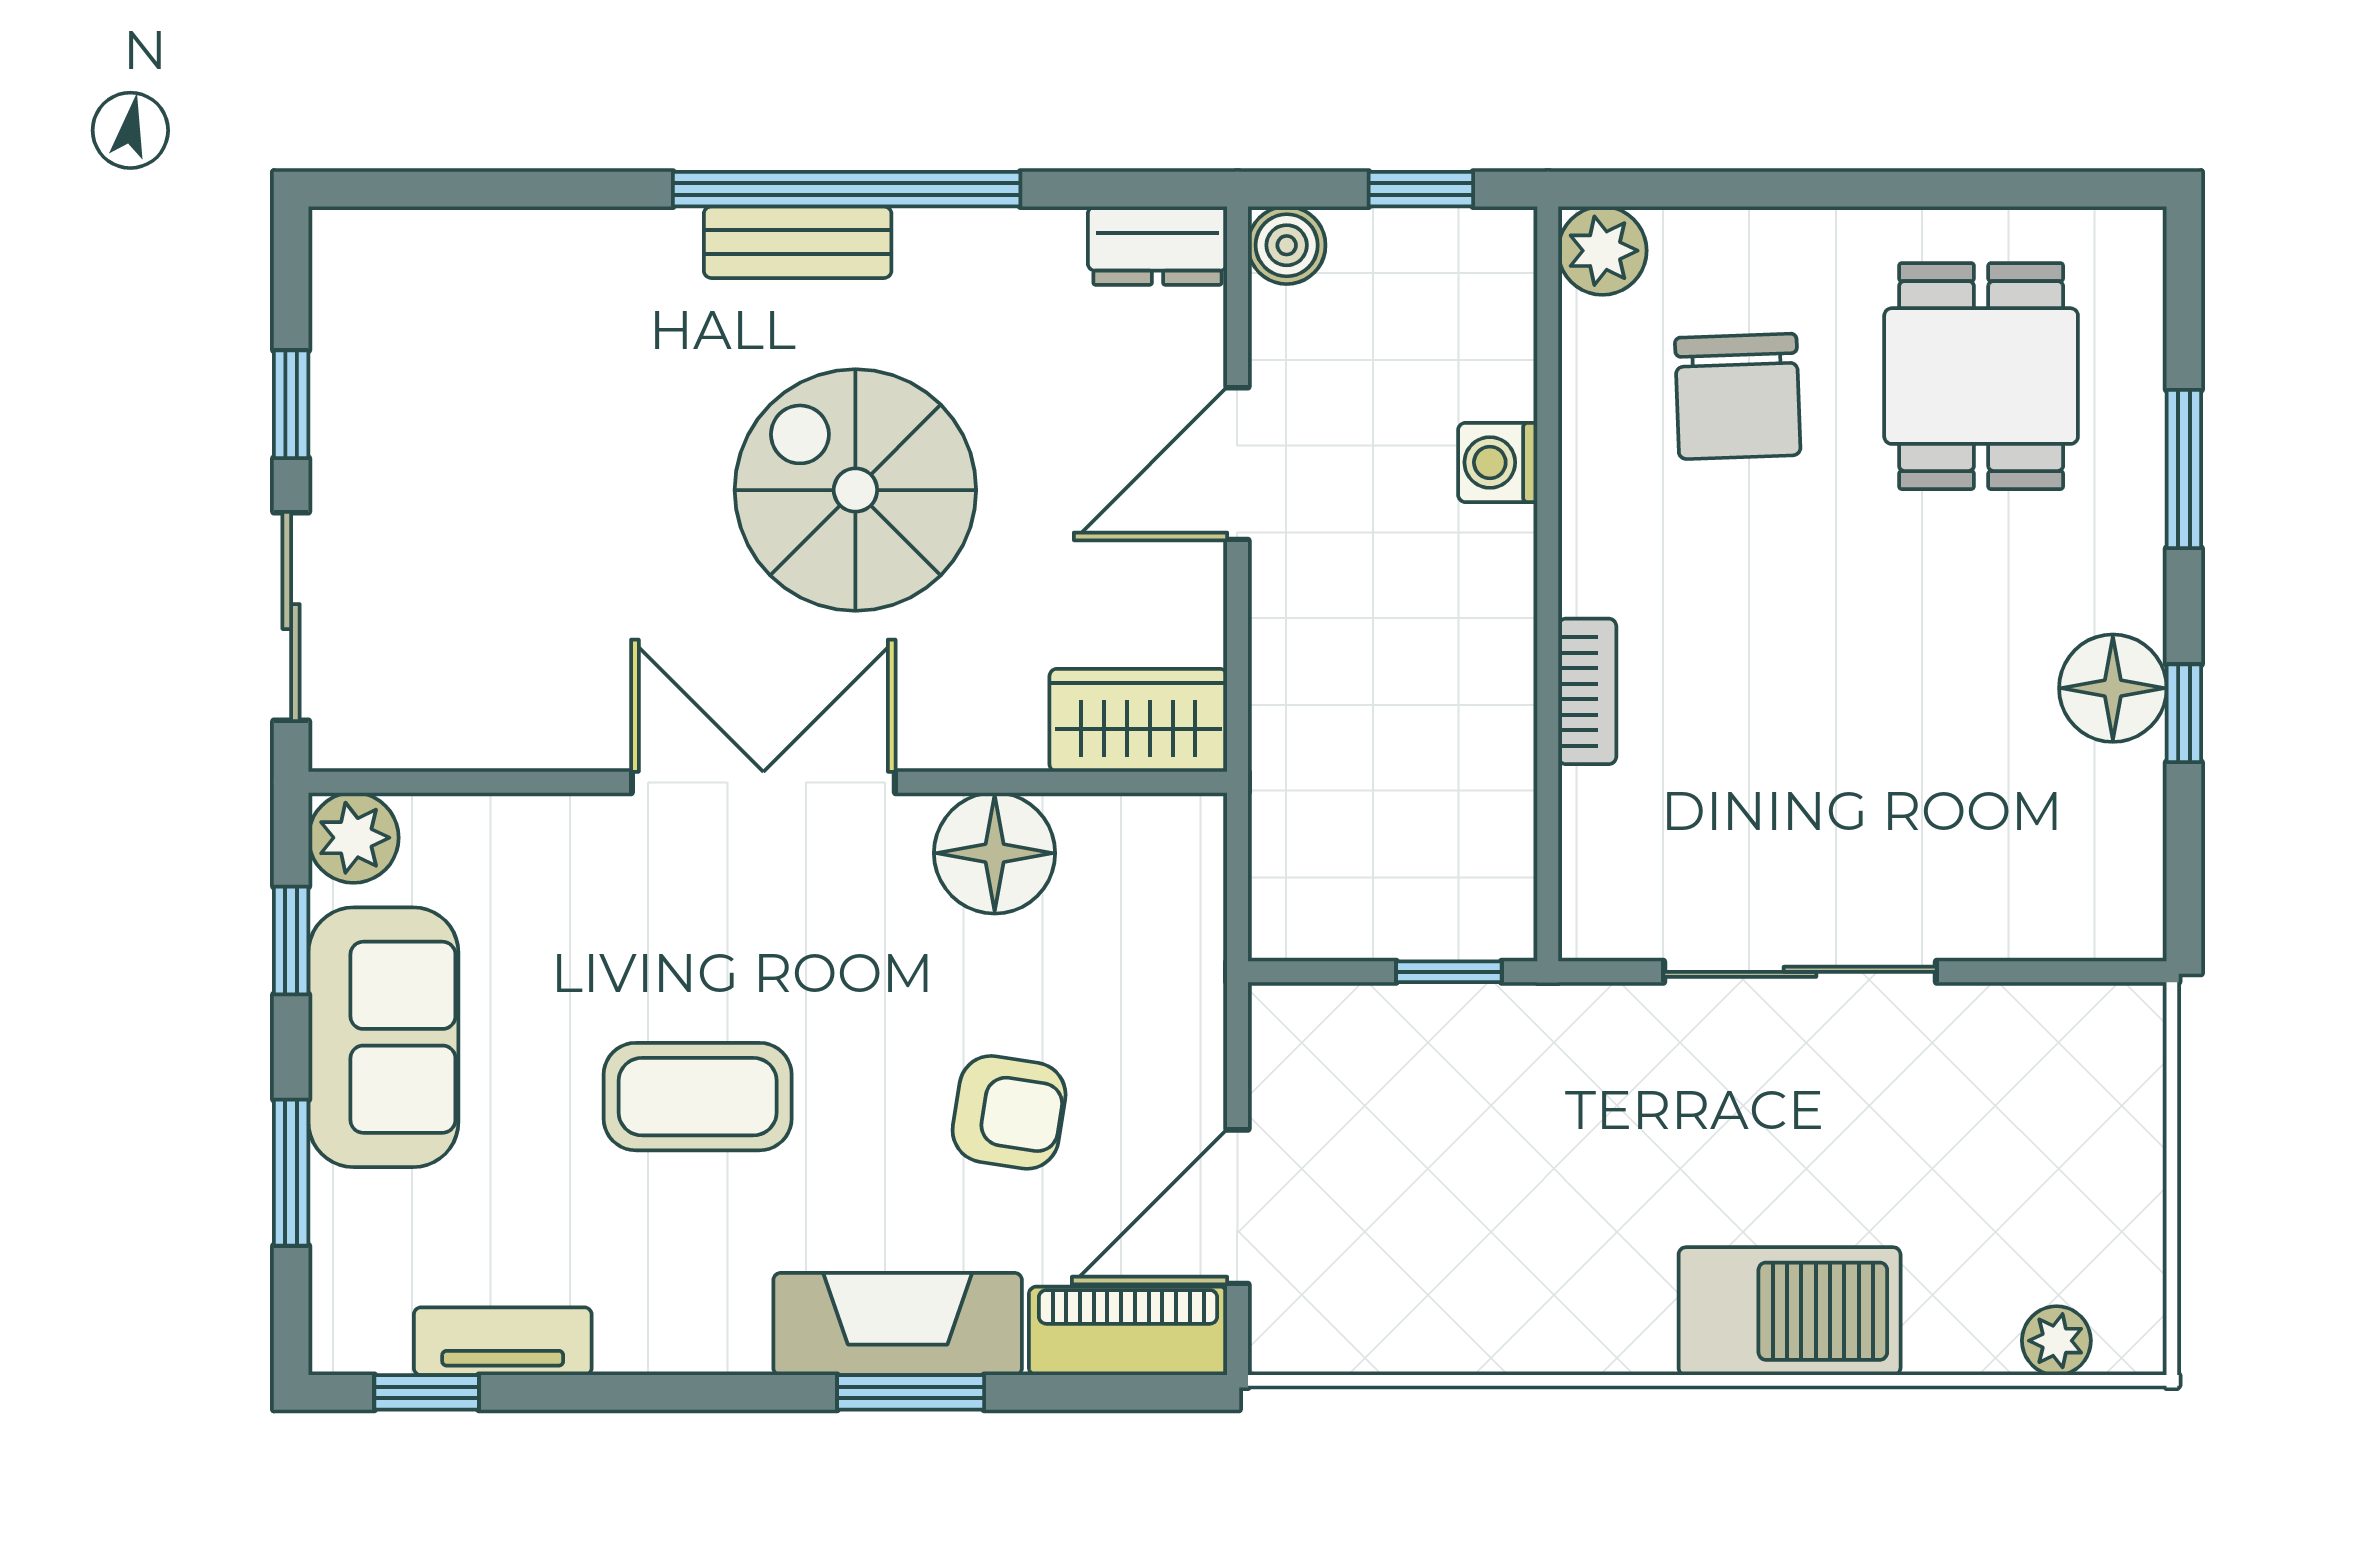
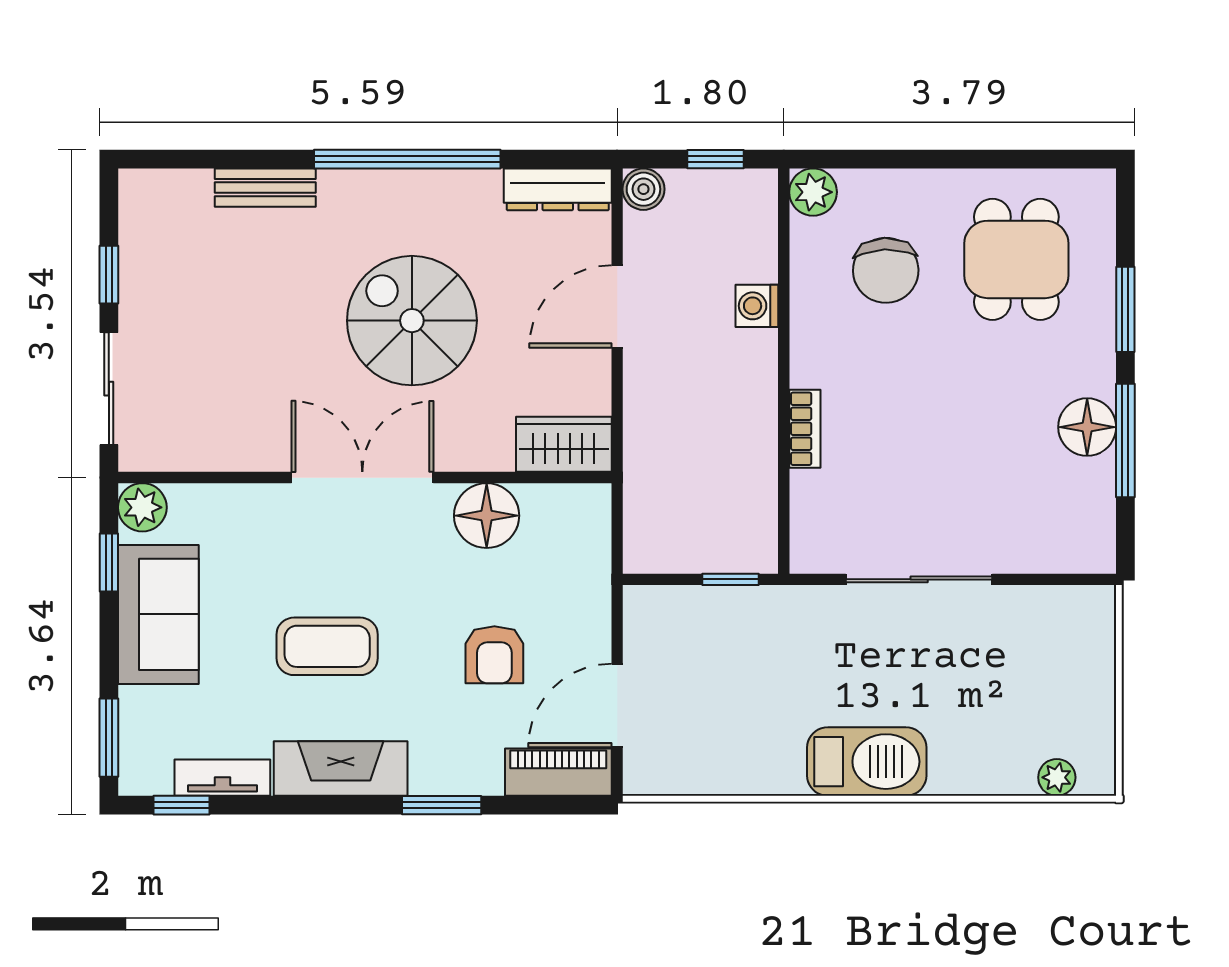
bench: (798, 242) -> (265, 188), moved
dresser: (1157, 246) -> (558, 189), width x1.44
window: (2184, 713) -> (1125, 440), width x2.17
armchair: (1009, 1112) -> (494, 655), turned 81
window: (291, 1173) -> (109, 738), moved
barbecue: (1790, 1311) -> (867, 762), moved
fireplace: (898, 1324) -> (341, 768), moved

